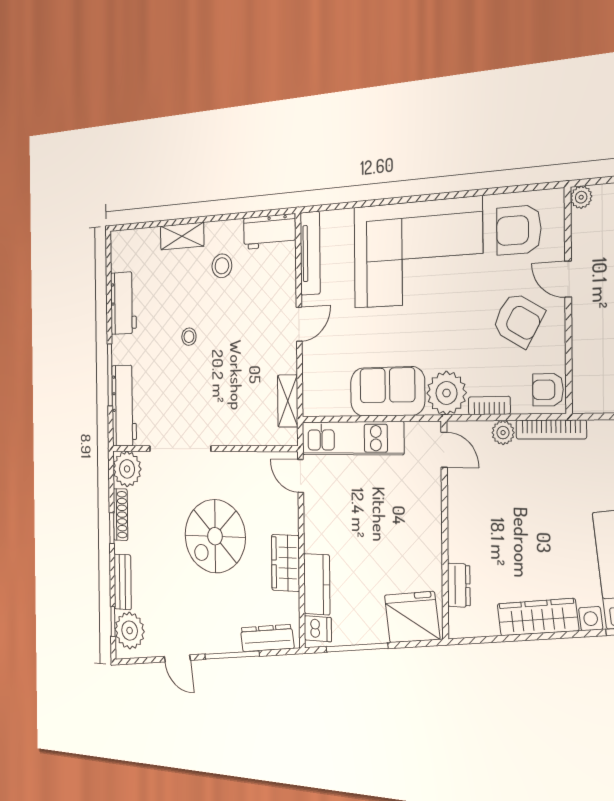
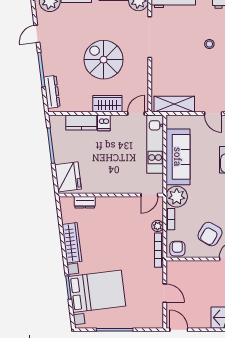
sofa: (387, 391) -> (178, 157), width x1.36
shelving: (288, 401) -> (174, 104), width x1.50, depth x1.33
wardrobe: (285, 563) -> (107, 104), moved
dishwasher: (318, 629) -> (104, 123), moved

